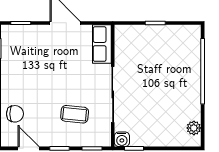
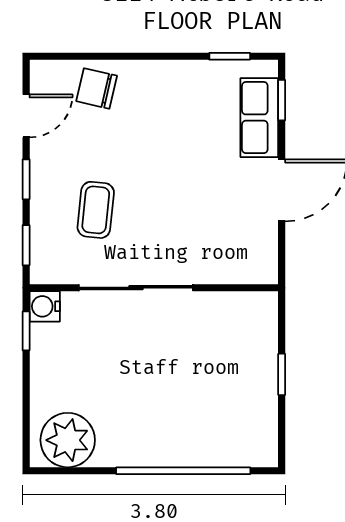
row of seats: (102, 44) -> (259, 118), moved, turned -90
chair: (15, 114) -> (97, 88), turned 103
plant: (194, 128) -> (68, 440), width x1.87, depth x1.87

